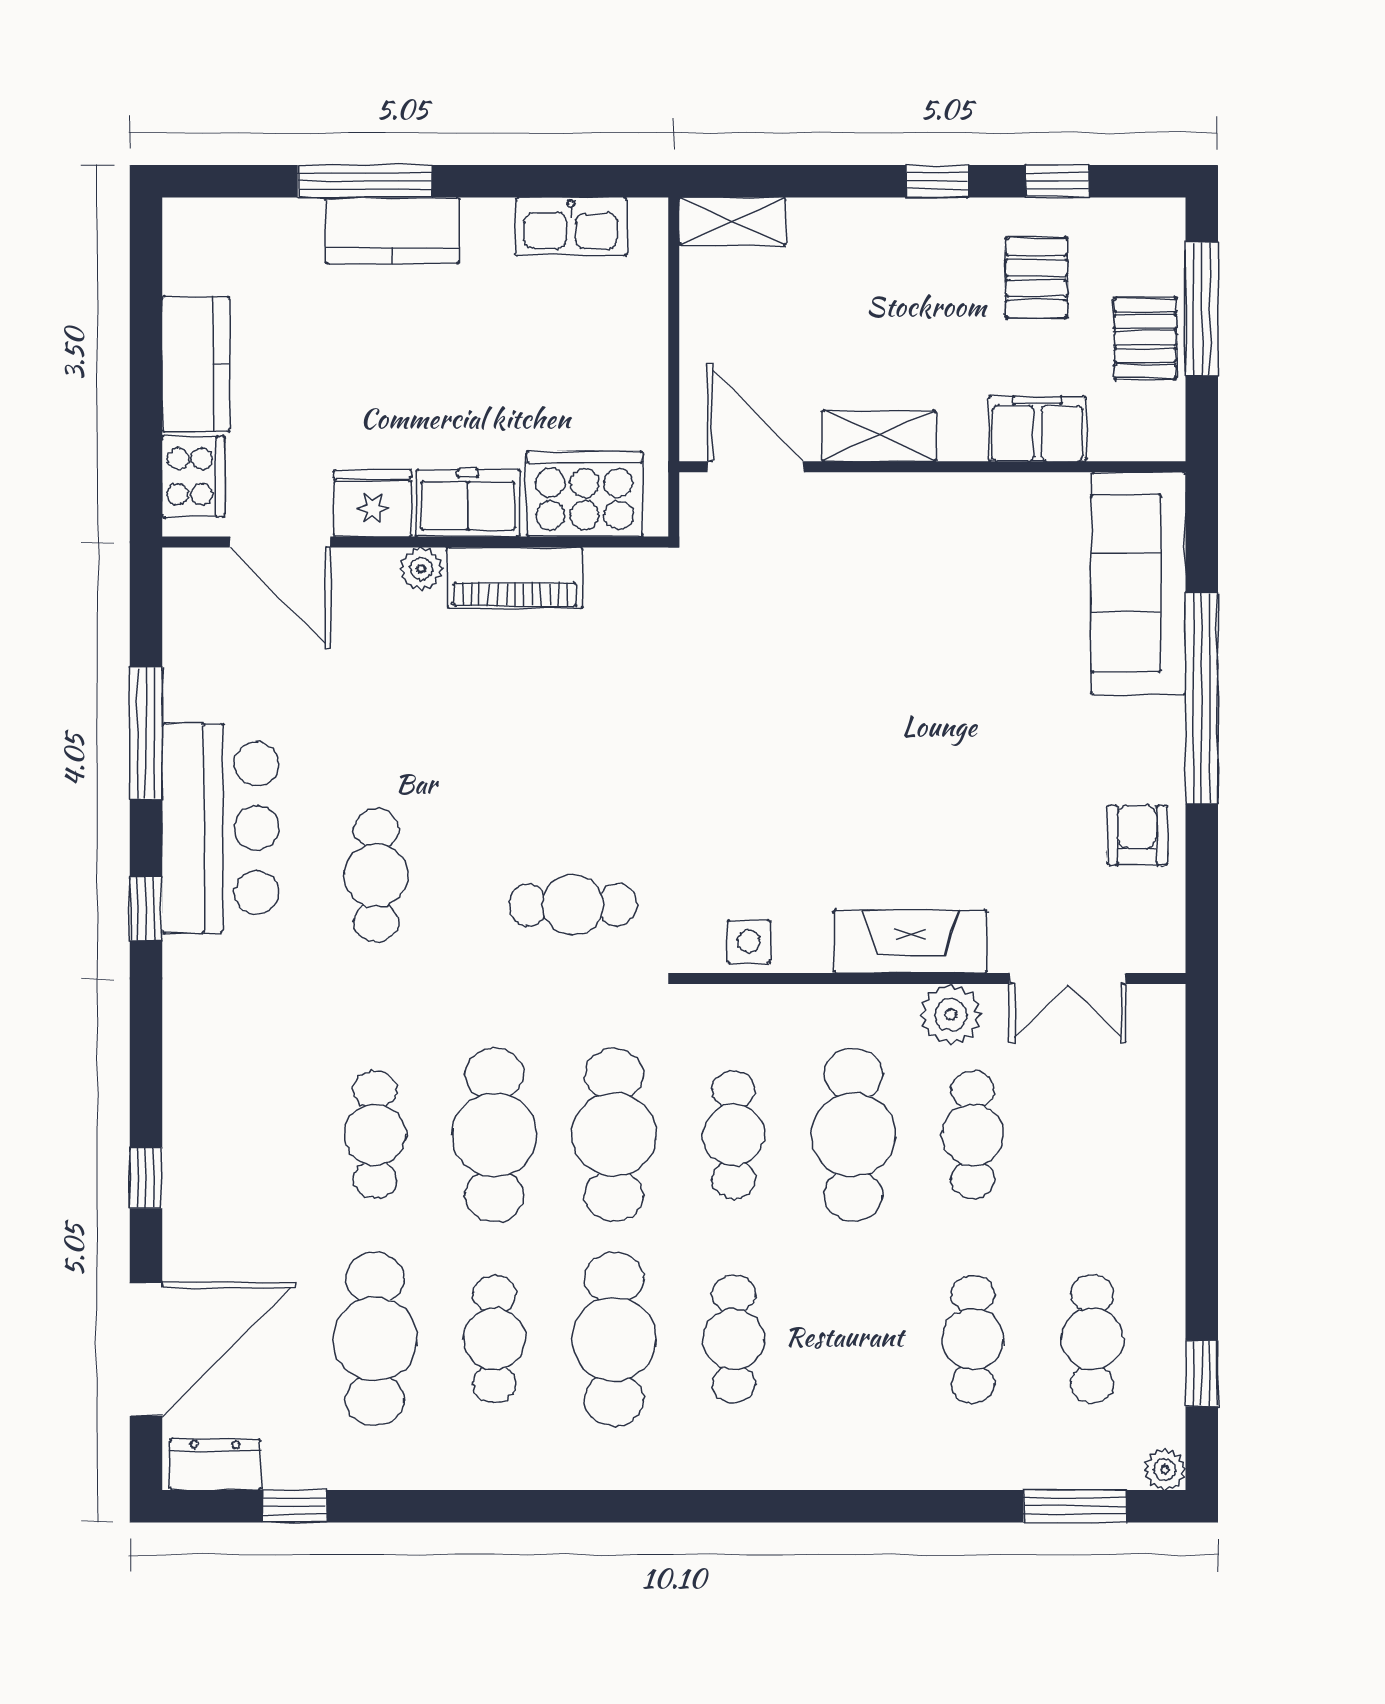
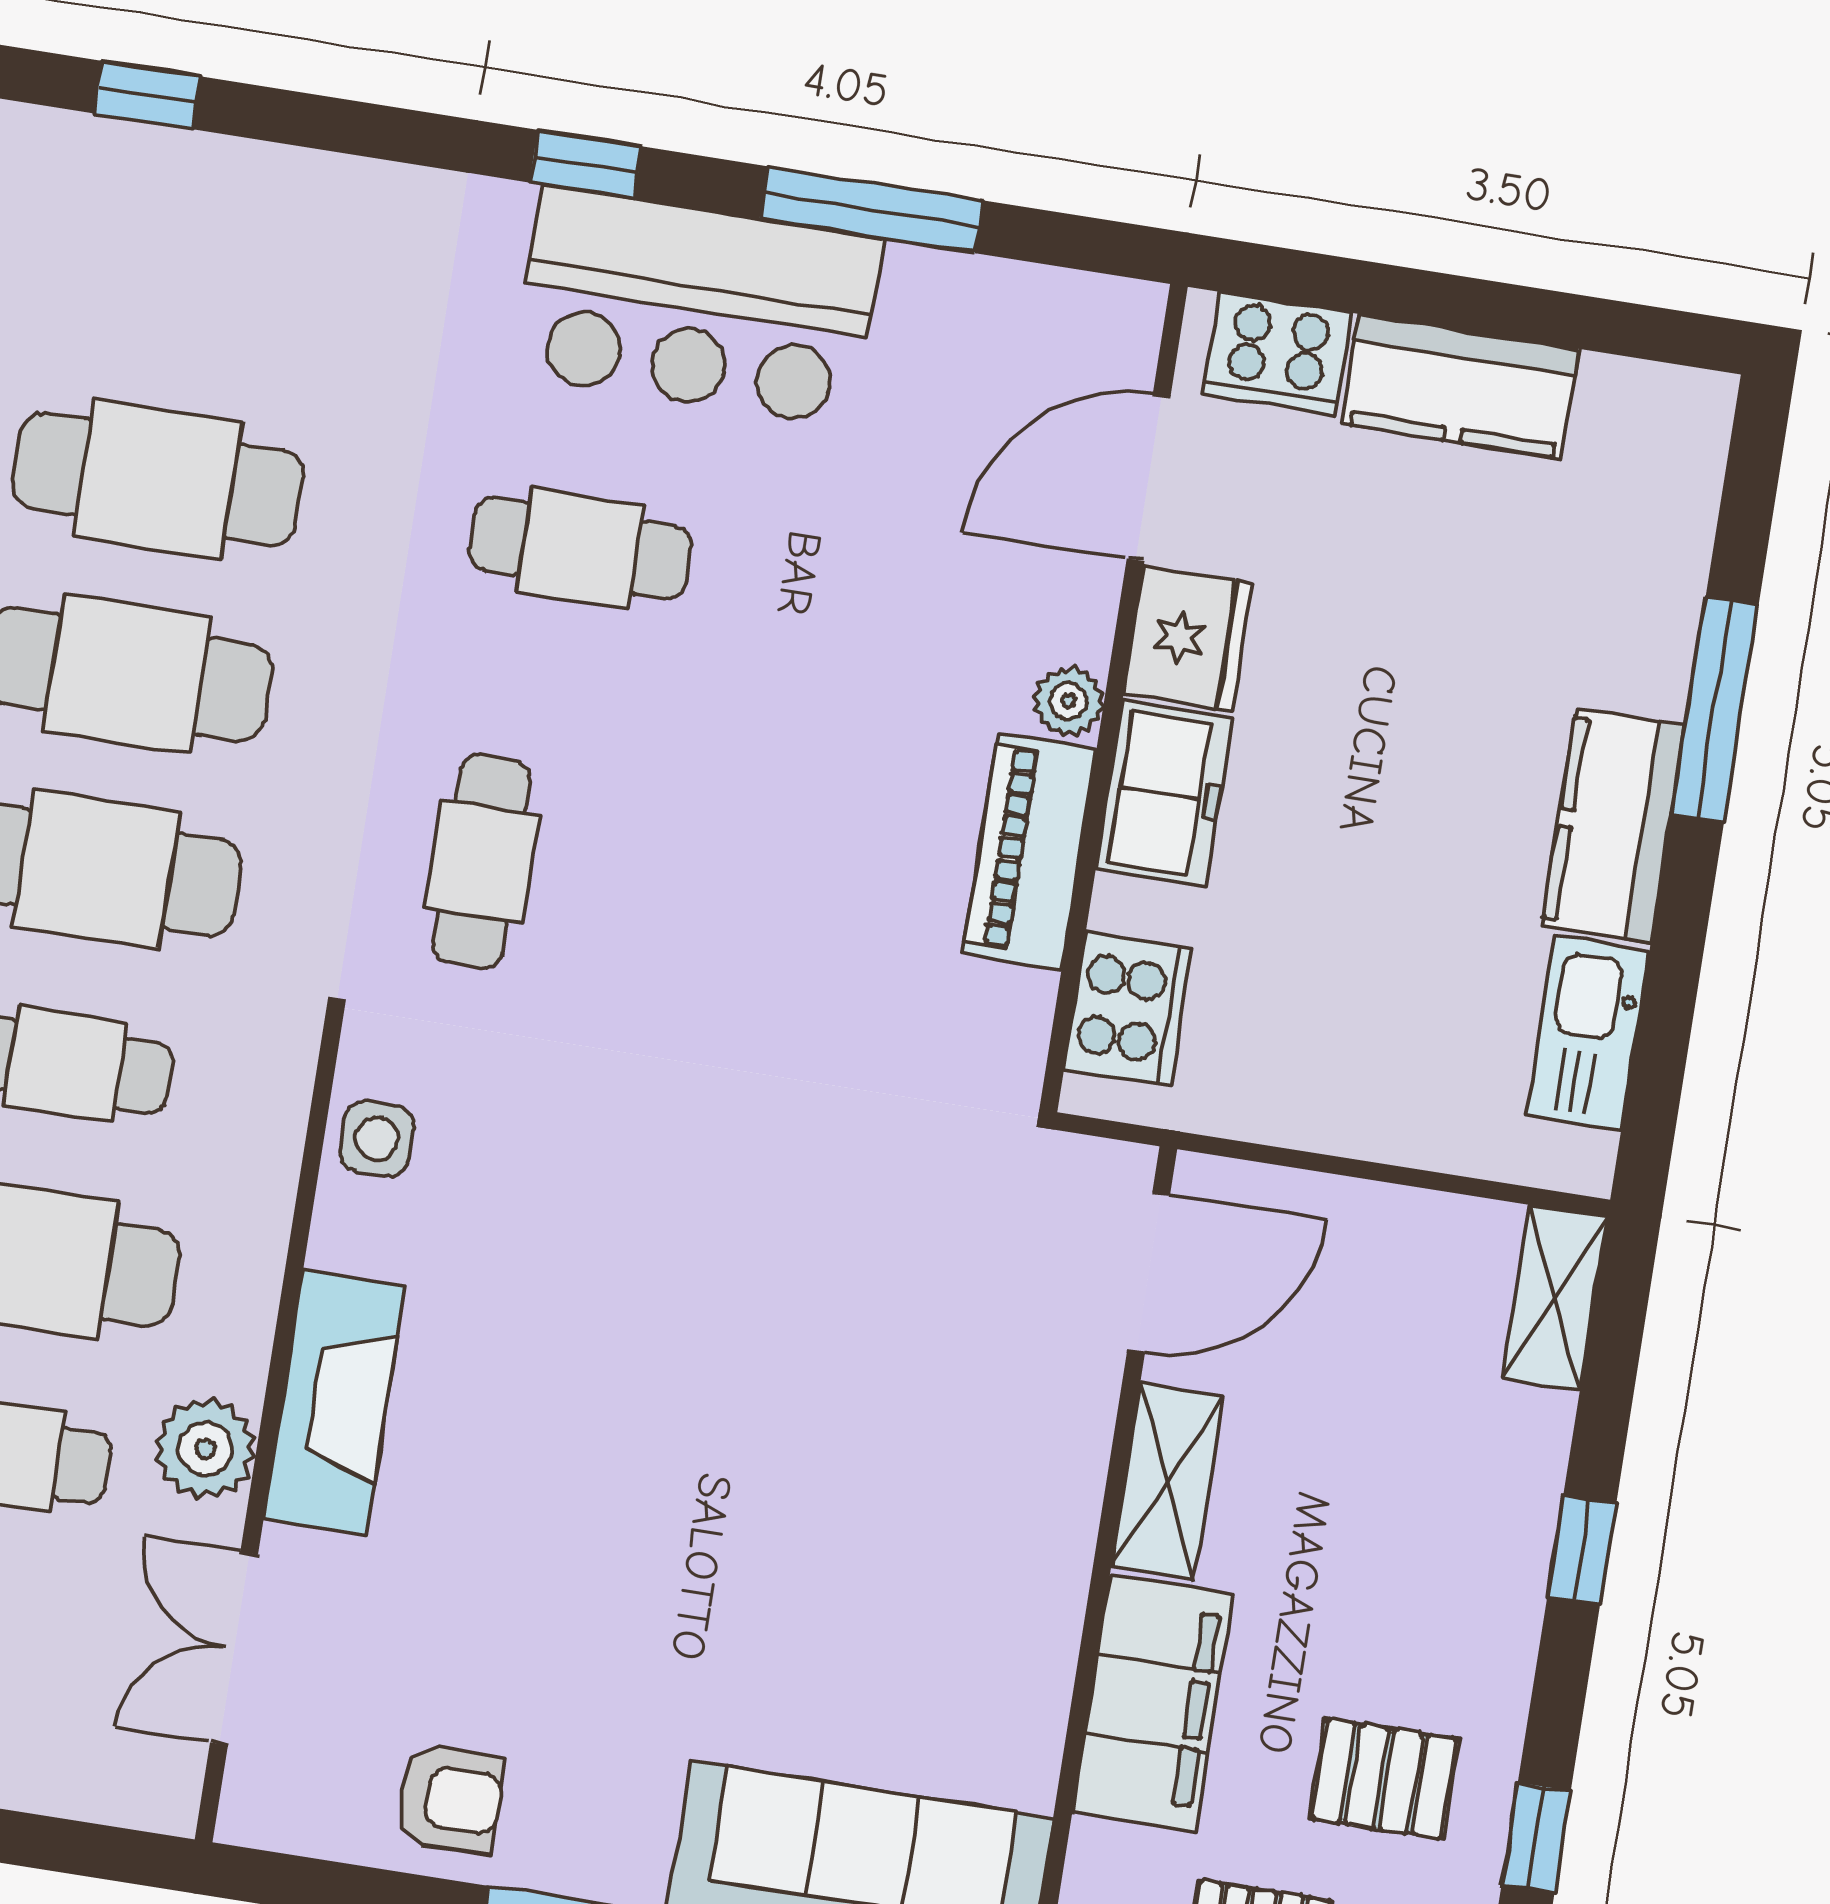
window: (937, 181) -> (1582, 1550), moved
kitchen counter: (392, 231) -> (1614, 826), moved
filing cabinet: (1037, 429) -> (1153, 1703), width x1.50, depth x1.17
cooker: (584, 494) -> (1128, 1009), width x0.73, depth x0.76
cafe table: (375, 1135) -> (158, 479), width x1.37, depth x1.35

